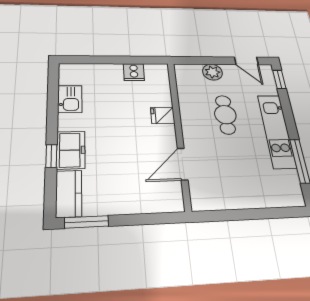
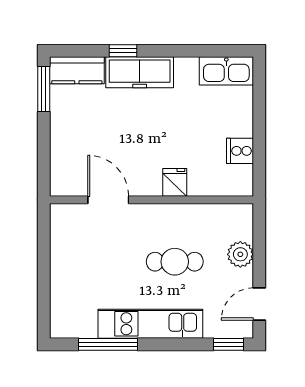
kitchen sink: (70, 99) -> (226, 71), moved, width x1.38
freezer: (71, 150) -> (140, 72), width x1.40

